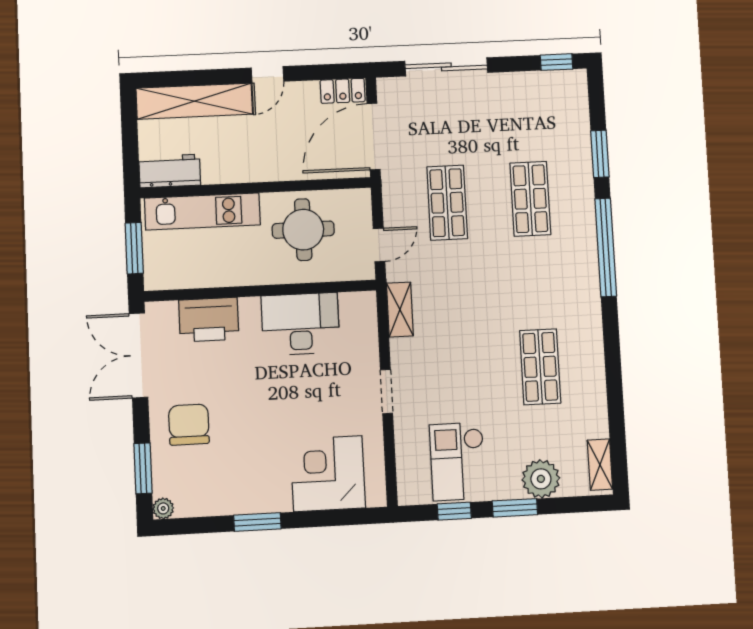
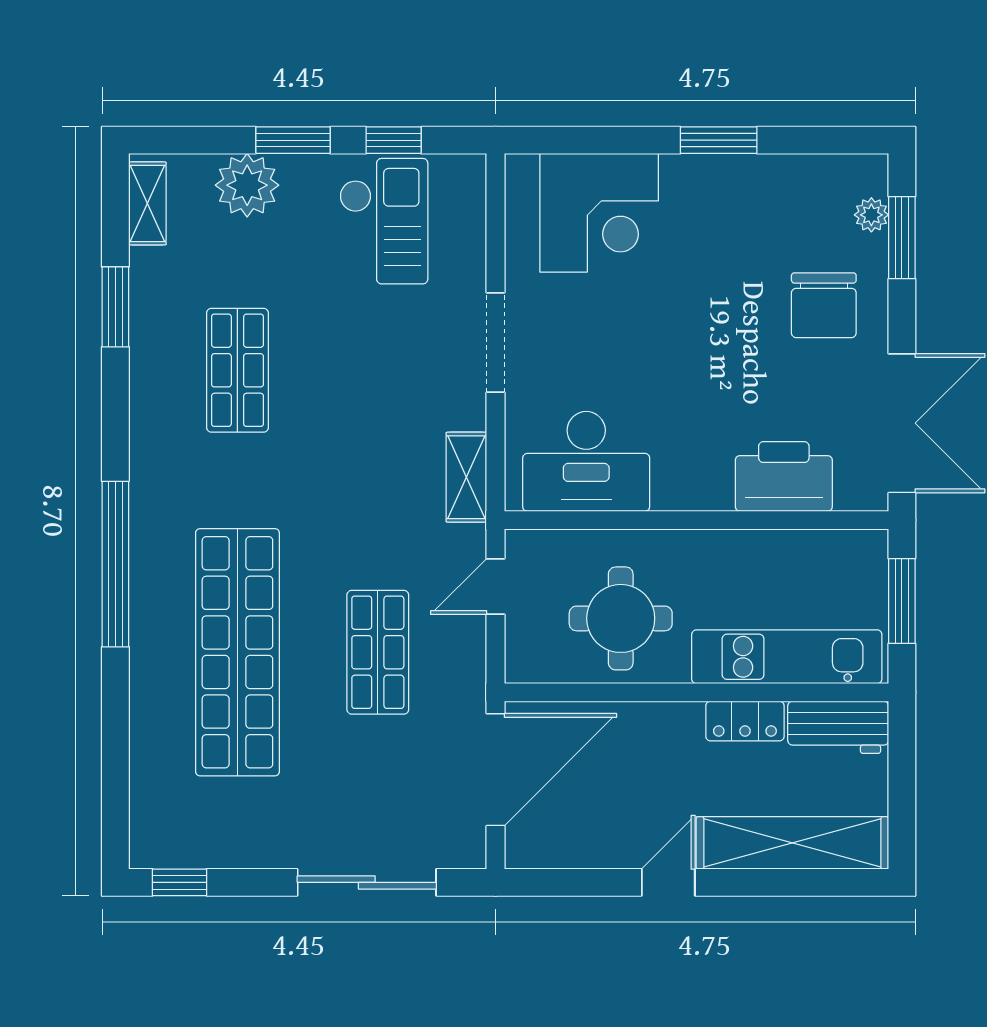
locker: (343, 91) -> (745, 721), moved, turned 180
window: (600, 154) -> (115, 307), moved
shop shelf: (530, 199) -> (237, 652), width x2.00, depth x1.36
desk: (300, 324) -> (586, 461), moved
doorway: (387, 392) -> (495, 342), width x1.38
plant: (163, 508) -> (871, 215), moved

